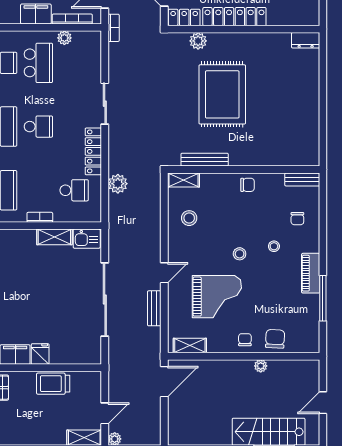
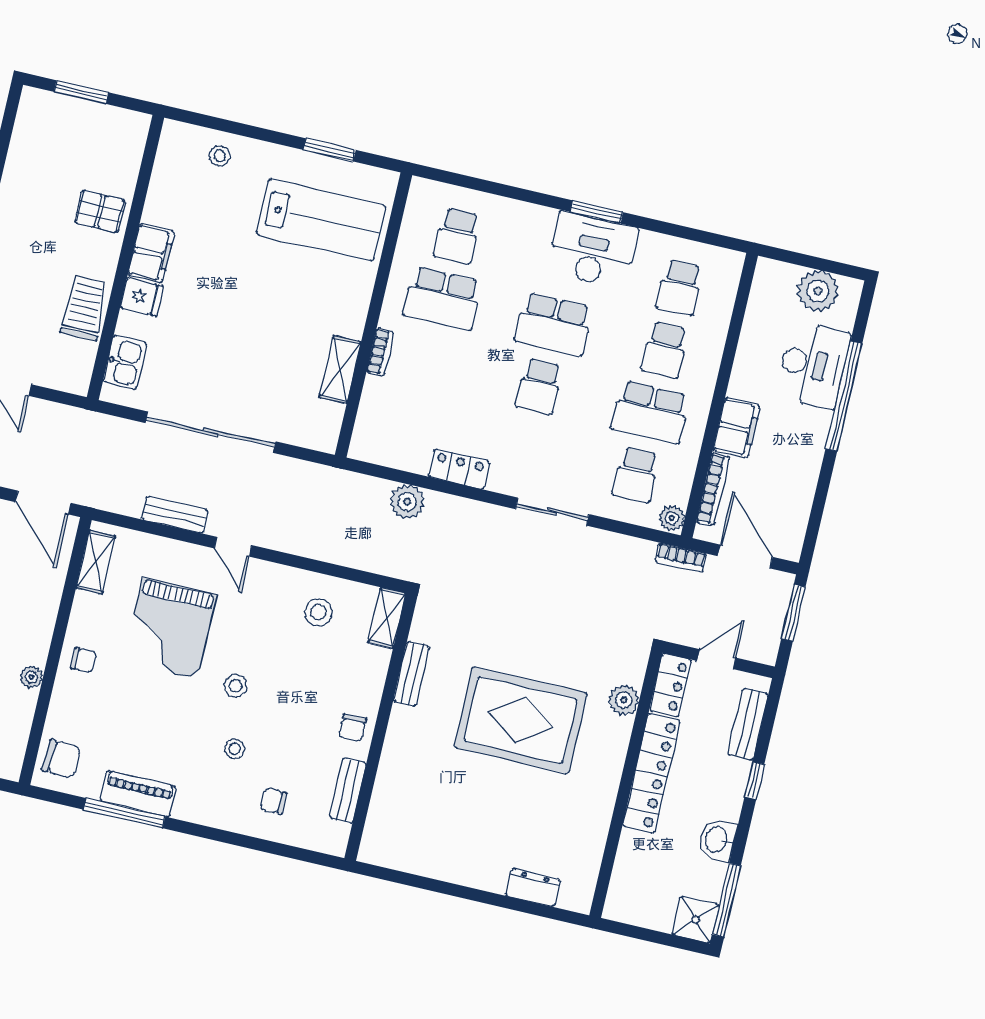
plant: (64, 38) -> (672, 518), moved
dresser: (306, 40) -> (533, 888), moved, turned 90
locker: (93, 151) -> (459, 469), width x0.66
bench: (205, 160) -> (411, 674), width x0.73
bench: (302, 179) -> (348, 790), moved
school desk: (74, 190) -> (636, 475), moved
kitchen sink: (87, 239) -> (125, 362), moved, turned 180
piano: (311, 273) -> (138, 794), moved
chair: (275, 339) -> (61, 759), moved

